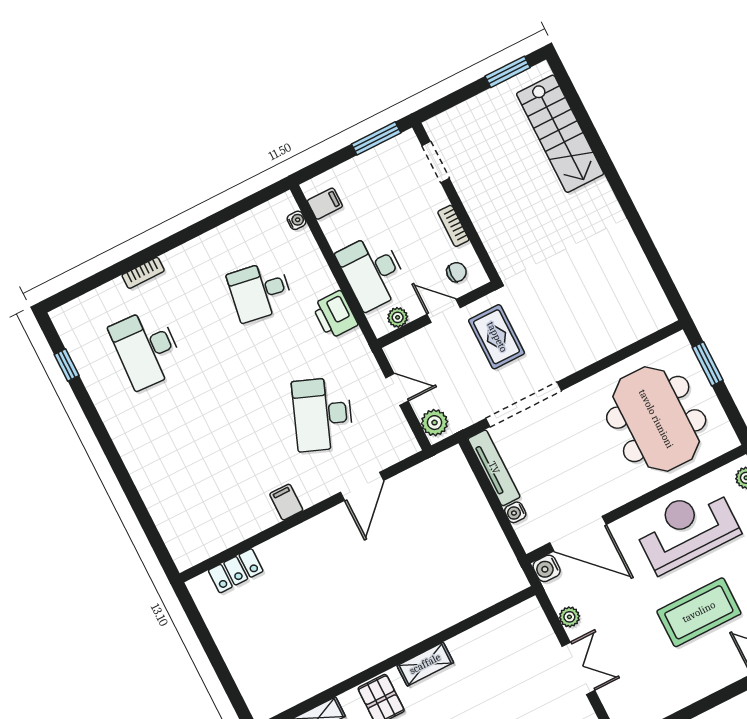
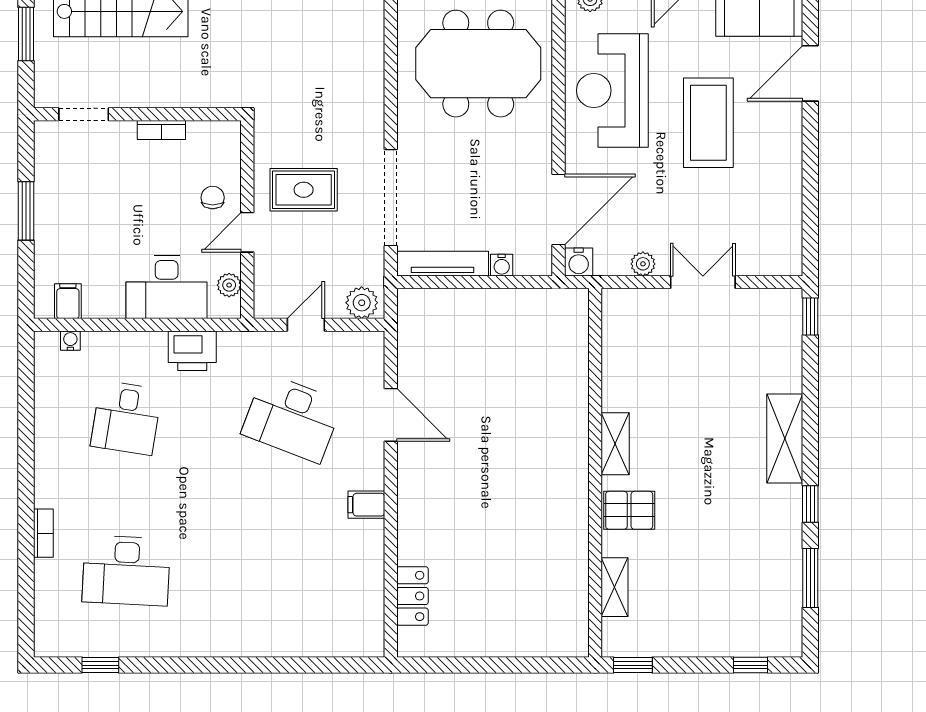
doorway: (436, 162) -> (84, 114), moved
wall: (456, 202) -> (137, 114), moved
bookcase: (453, 226) -> (161, 130), moved

